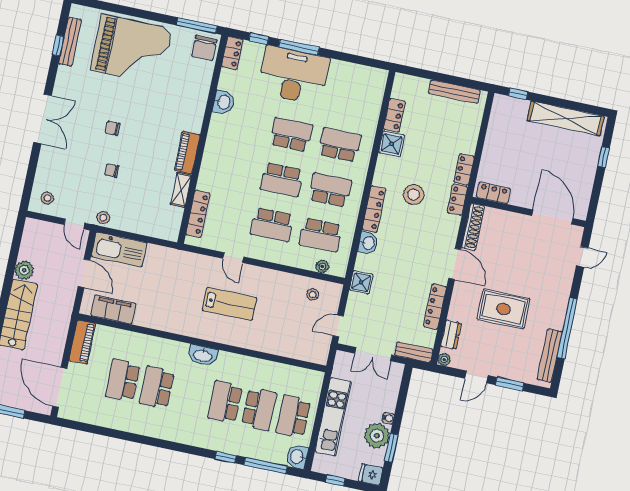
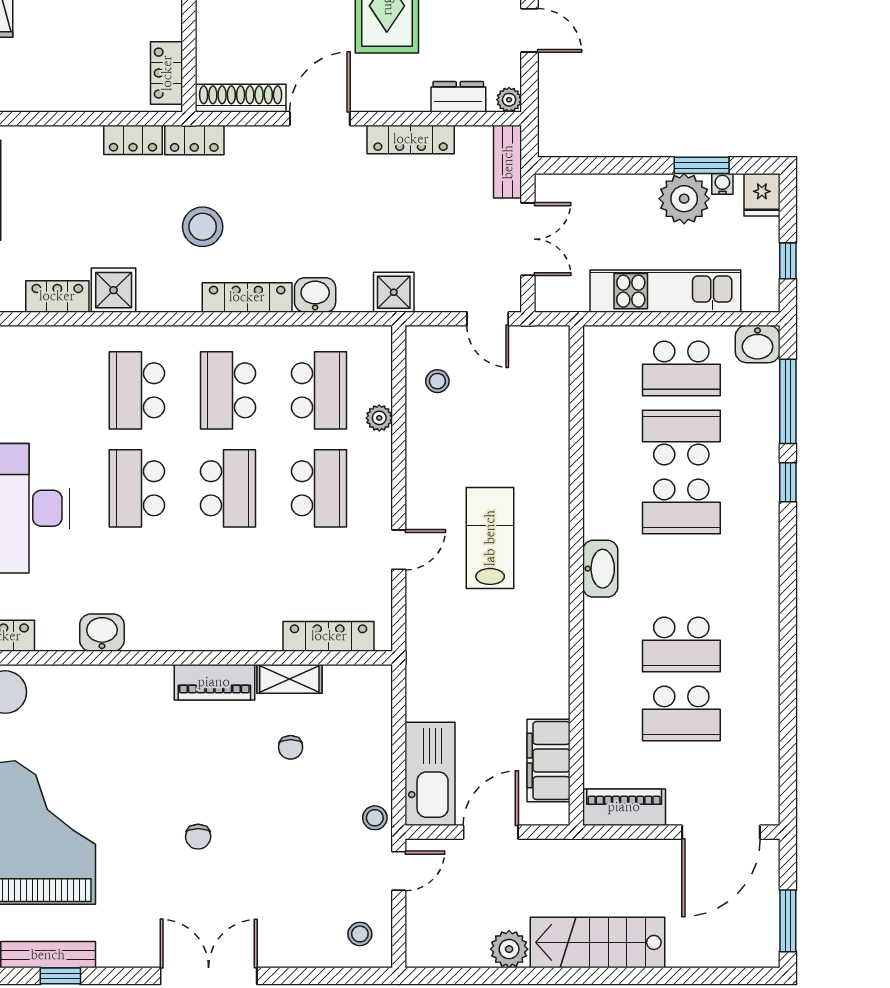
chair: (112, 171) -> (291, 747), moved
plant: (322, 266) -> (379, 418), moved
water cooler: (388, 418) -> (722, 184), moved

